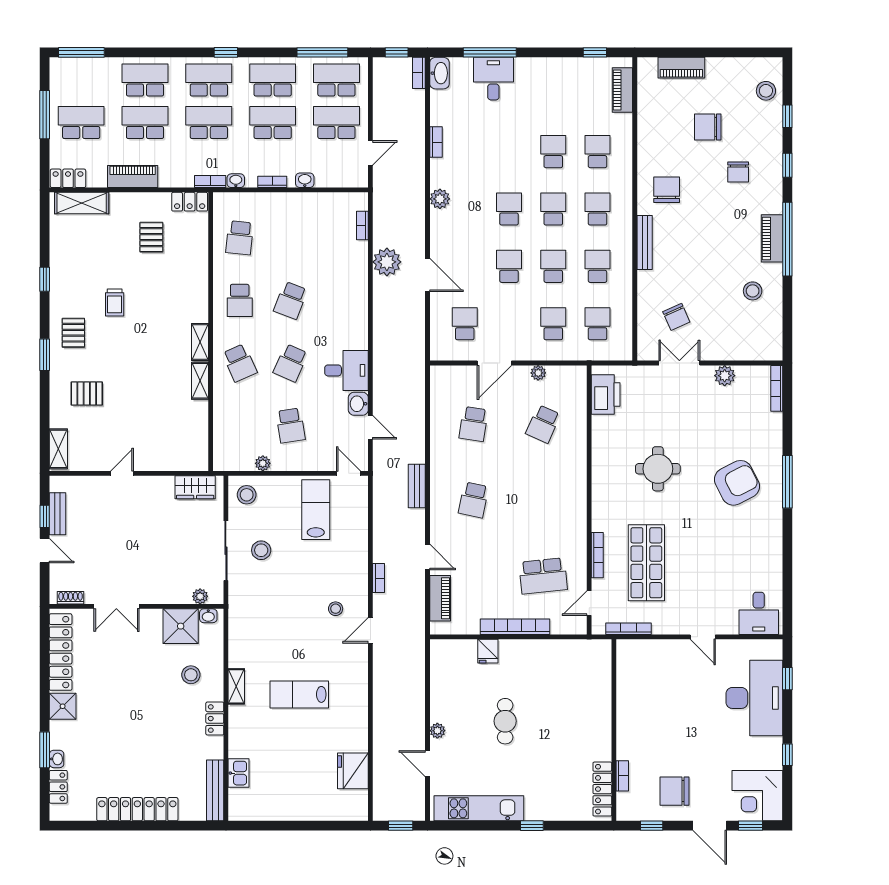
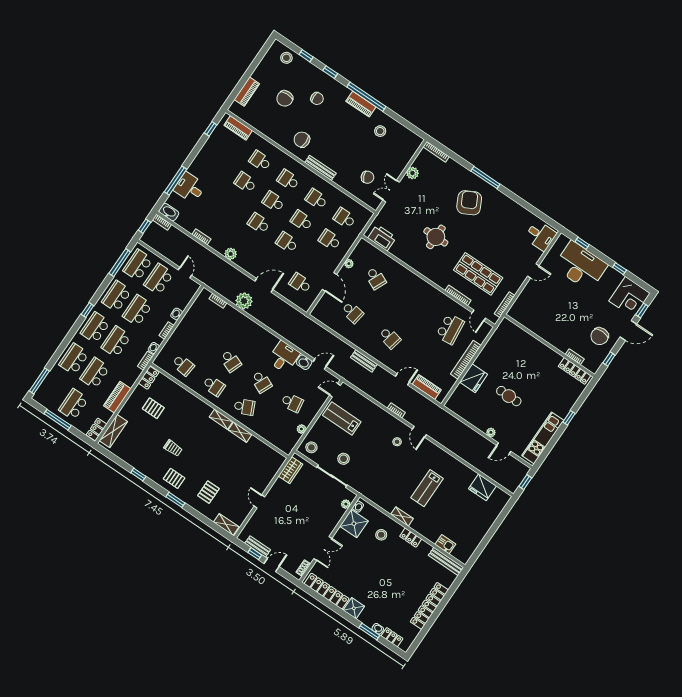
fridge: (488, 651) -> (474, 378), width x1.88, depth x1.34

